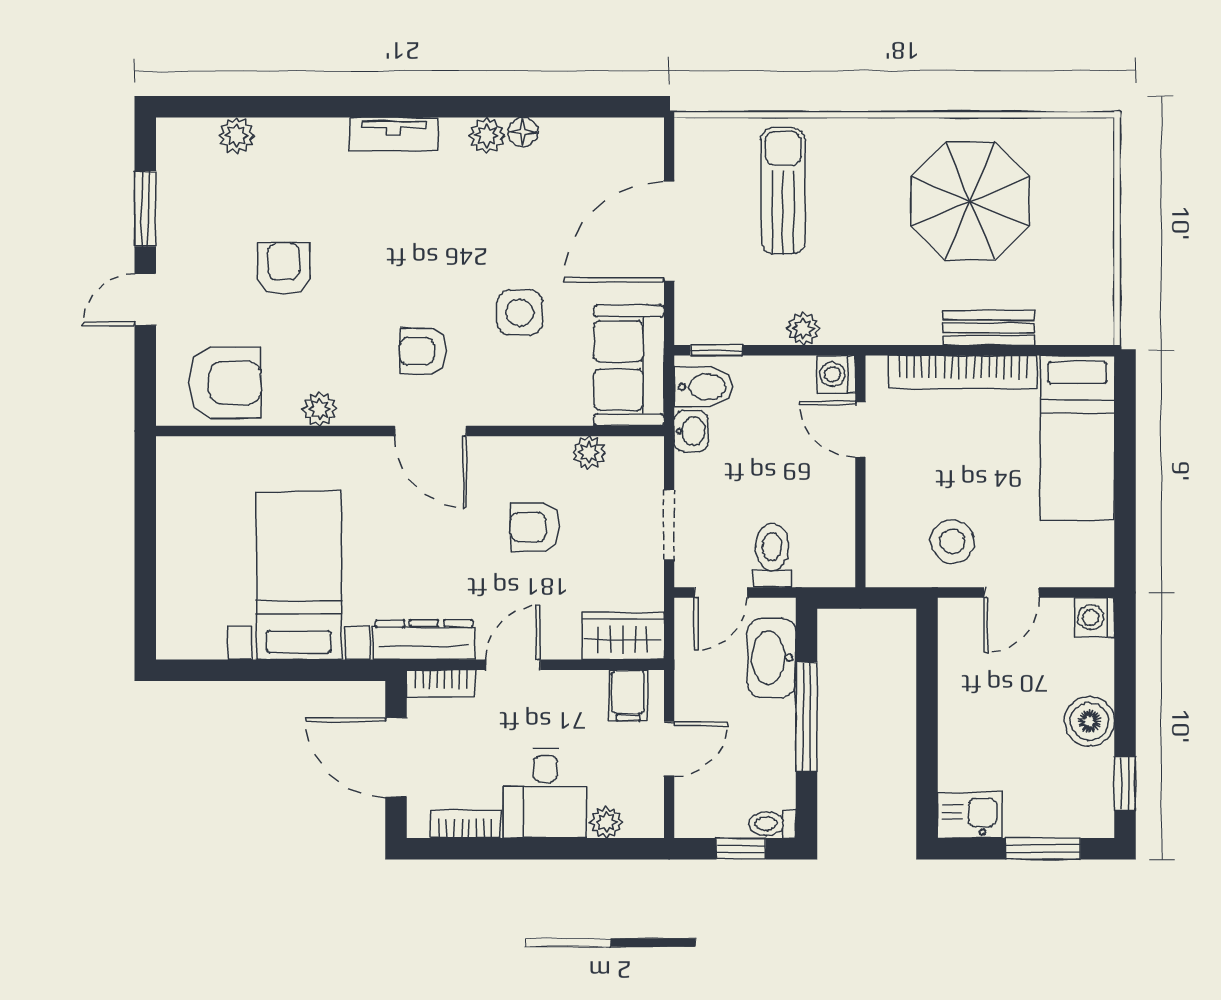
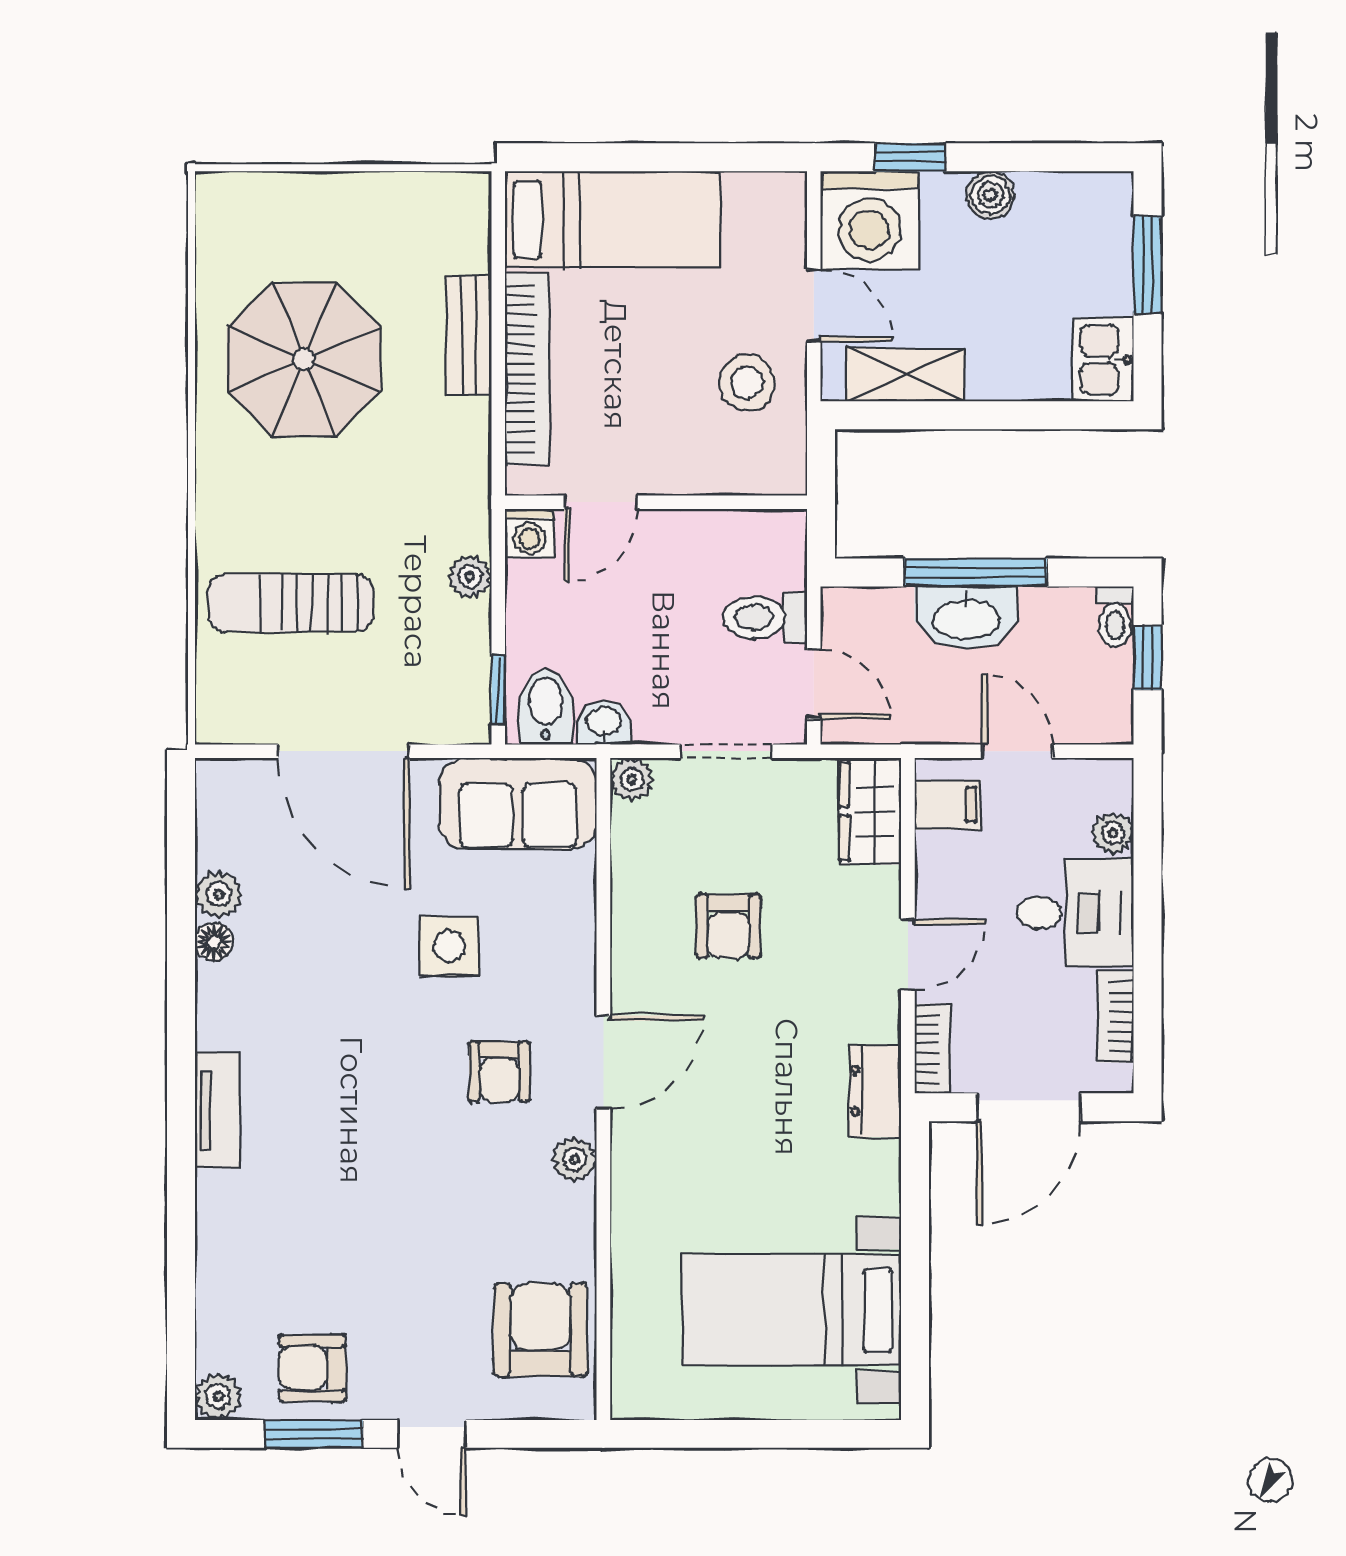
plant: (236, 135) -> (218, 1397), moved
plant: (487, 136) -> (218, 894), moved
armchair: (284, 269) -> (312, 1368), moved
plant: (320, 409) -> (575, 1159), moved
plant: (589, 453) -> (632, 779), moved
bed with nightstands: (299, 575) -> (792, 1310), moved
washing machine: (1095, 617) -> (869, 220), width x1.89, depth x1.89
dresser: (424, 640) -> (875, 1091), width x0.70
washbasin: (772, 658) -> (966, 618), moved
shelving: (958, 663) -> (906, 375), added
door: (513, 665) -> (908, 955), swing flipped
boiler: (1090, 721) -> (990, 195), width x0.73, depth x0.73
window: (1125, 783) -> (910, 157), moved

